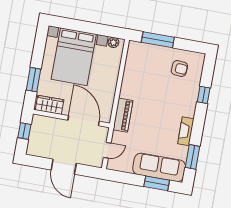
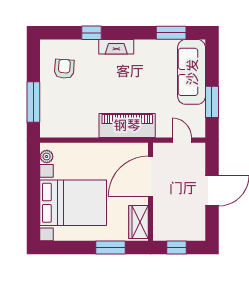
piano: (123, 115) -> (127, 125), width x1.37, depth x1.33
fireplace: (186, 131) -> (116, 47), moved
window: (157, 183) -> (212, 102), moved

